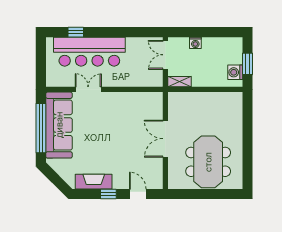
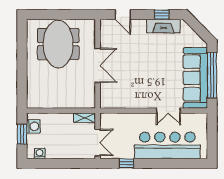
window: (76, 32) -> (126, 163), moved
washing machine: (195, 43) -> (40, 153), moved
window: (108, 194) -> (162, 15), moved

